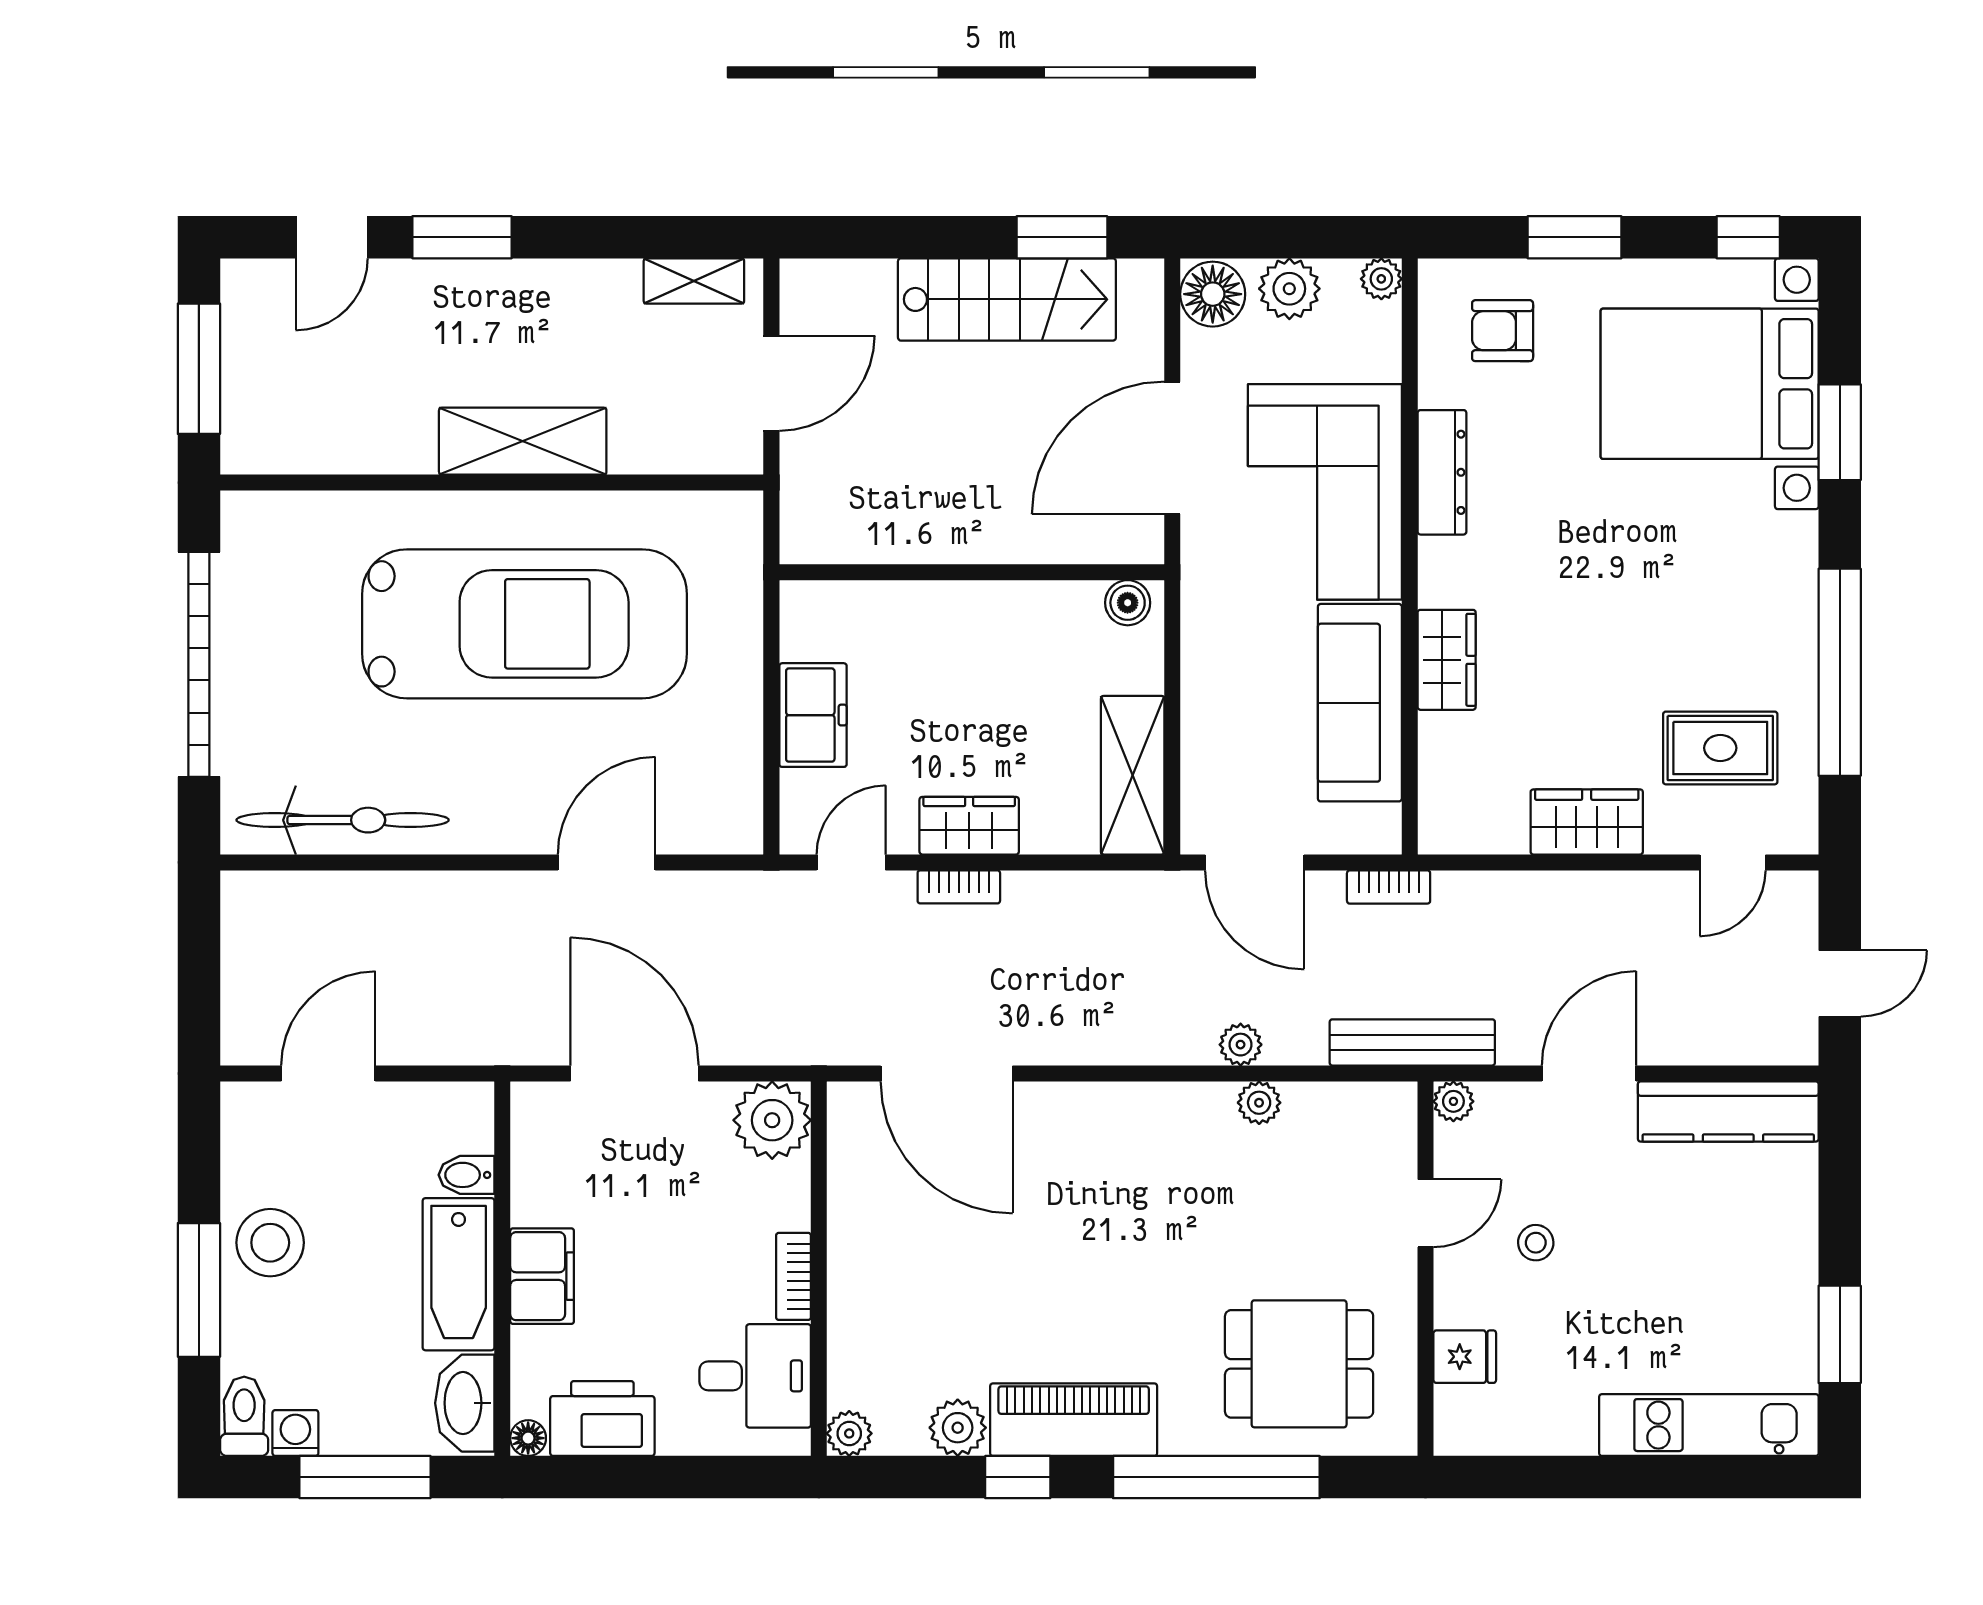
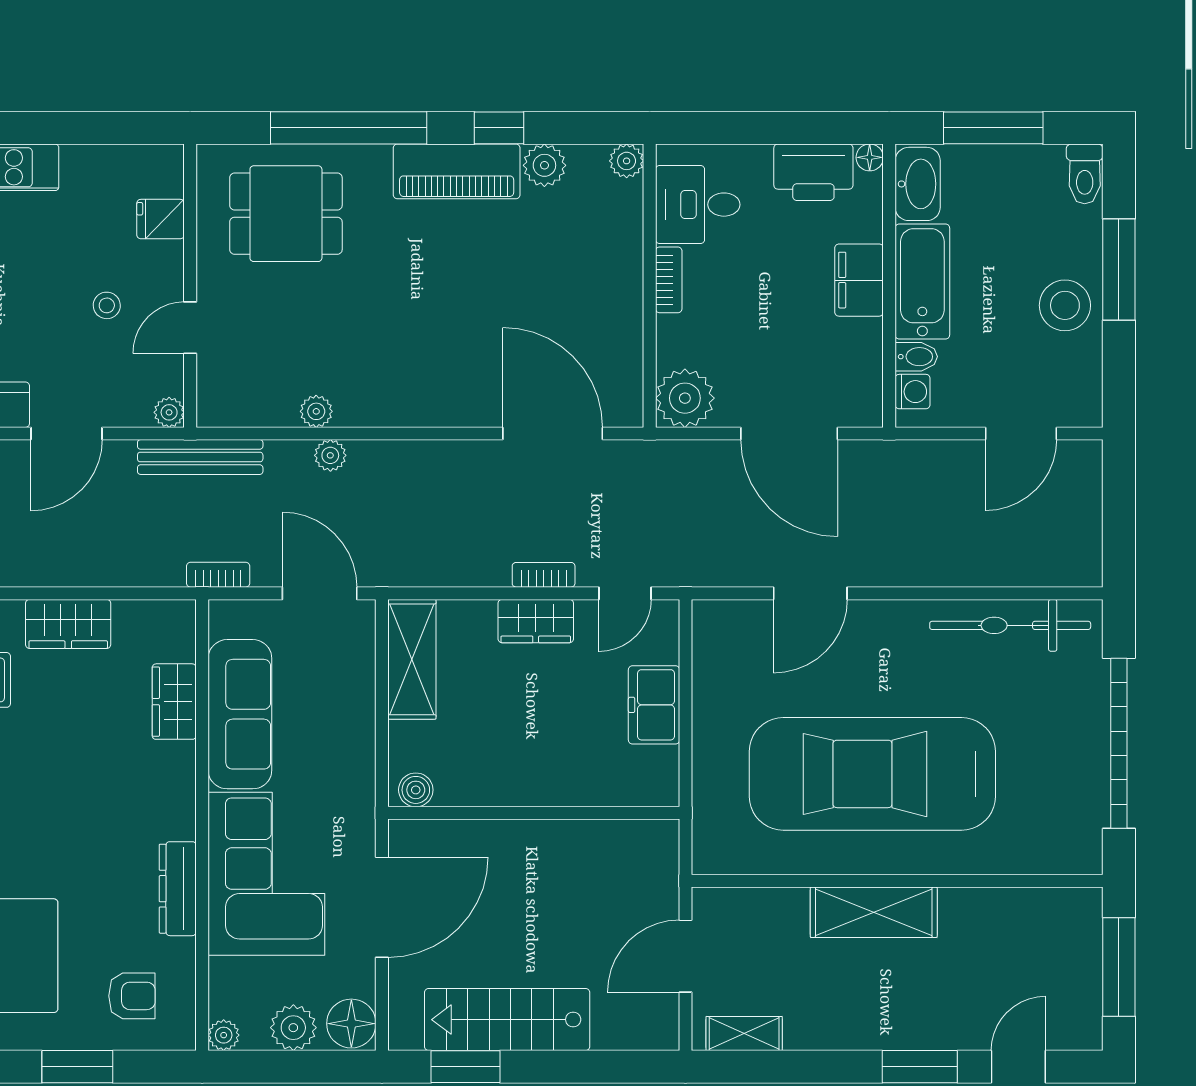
wardrobe: (1447, 660) -> (174, 702), moved
washing machine: (295, 1433) -> (913, 392), moved, turned -90

